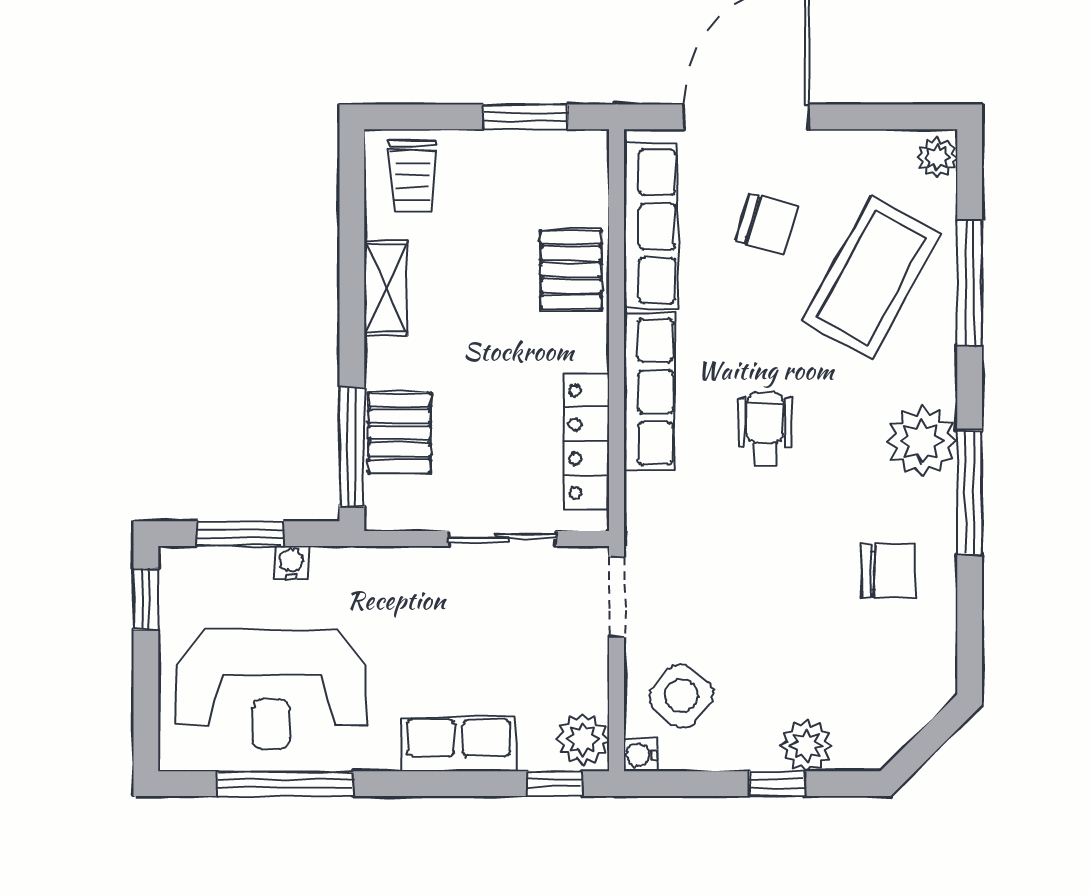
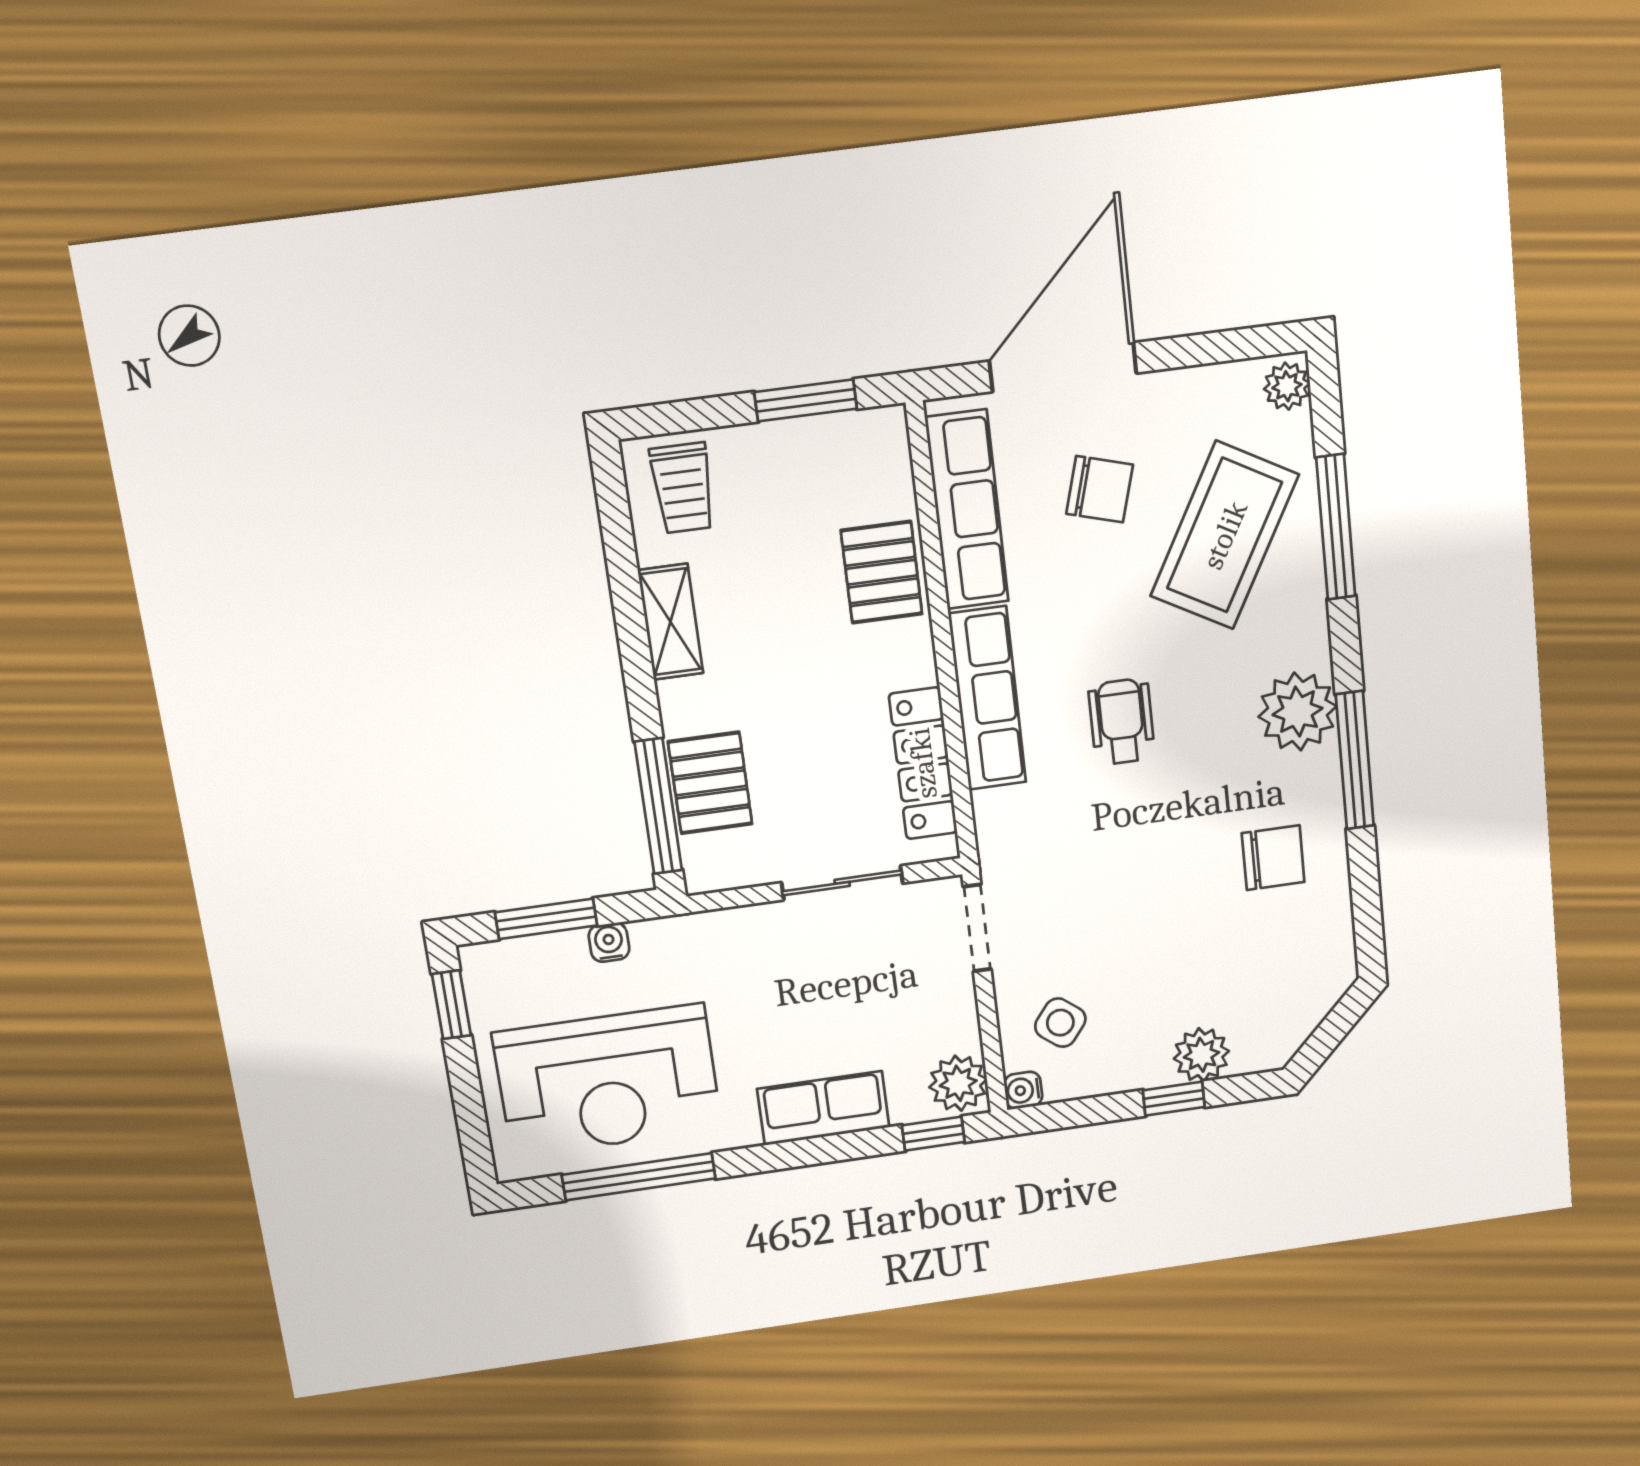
side table: (681, 696) -> (1060, 1023), width x0.73, depth x0.73

